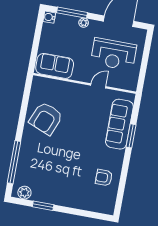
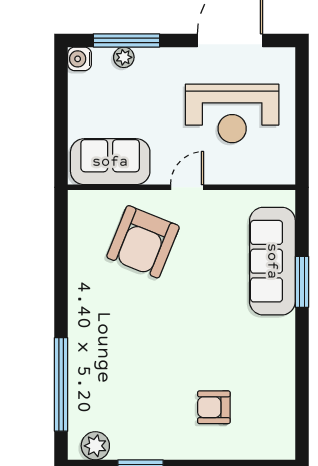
plant: (84, 23) -> (124, 57), moved
door: (98, 86) -> (187, 187), moved
armchair: (46, 118) -> (143, 242), moved
armchair: (104, 178) -> (214, 407), moved

